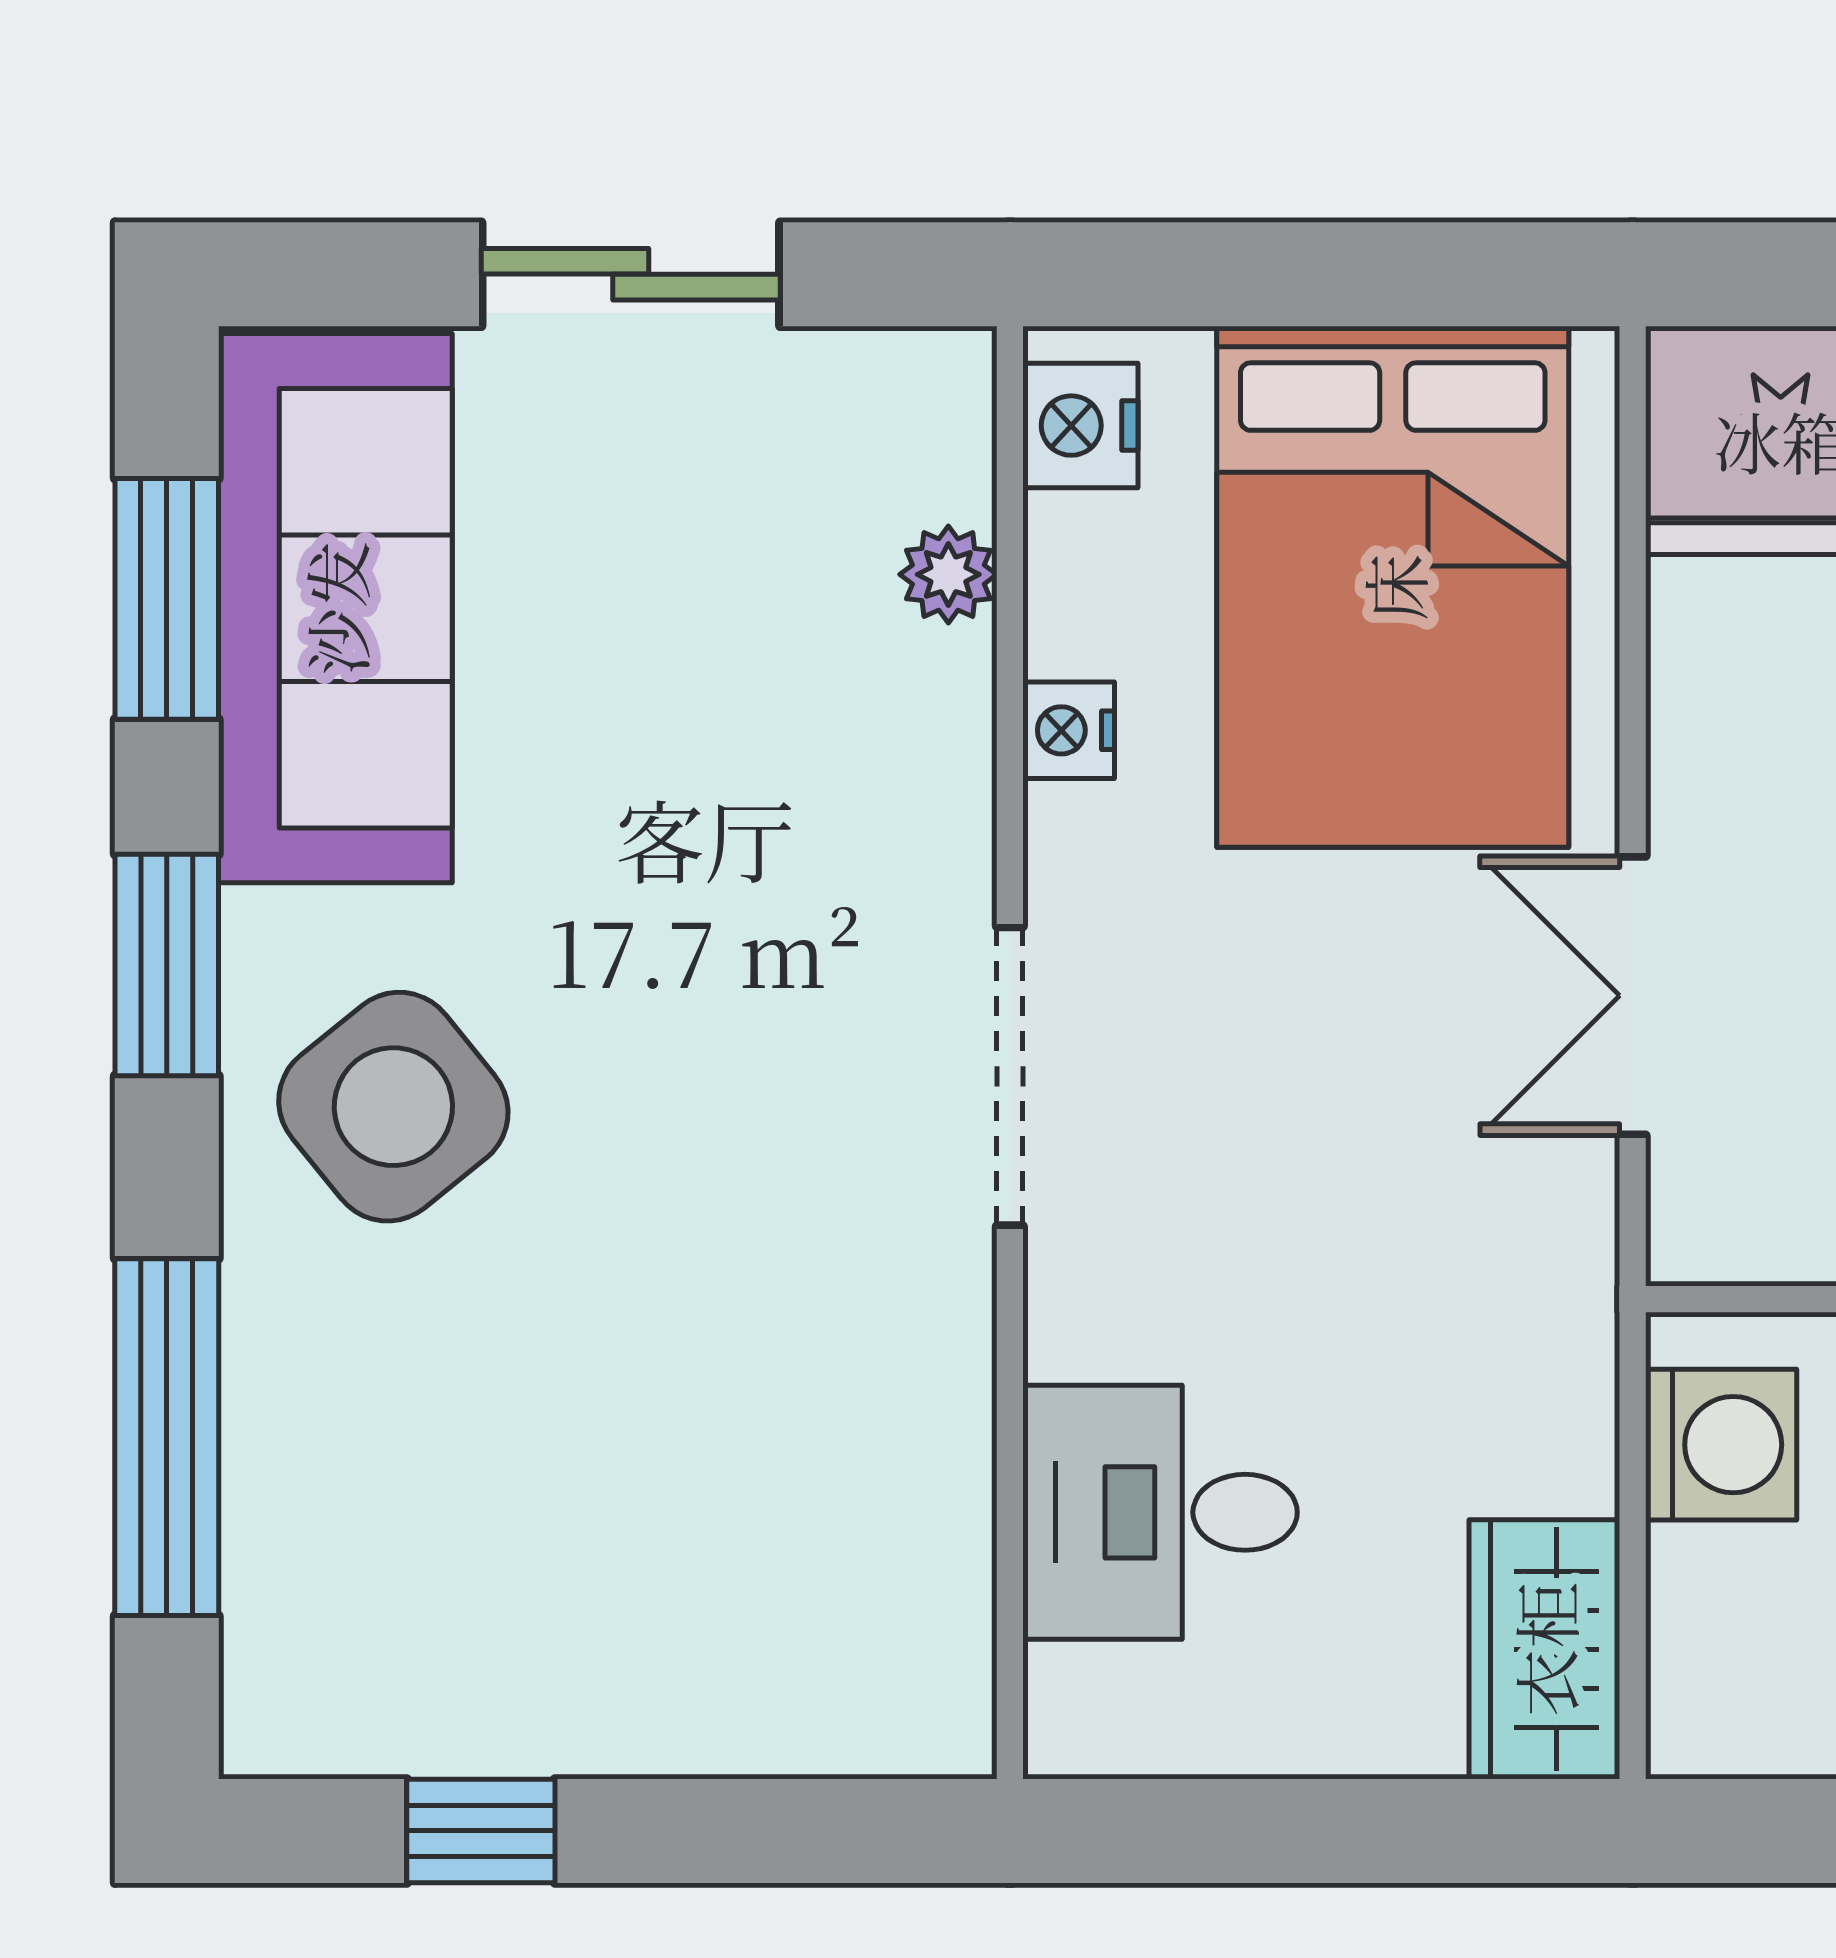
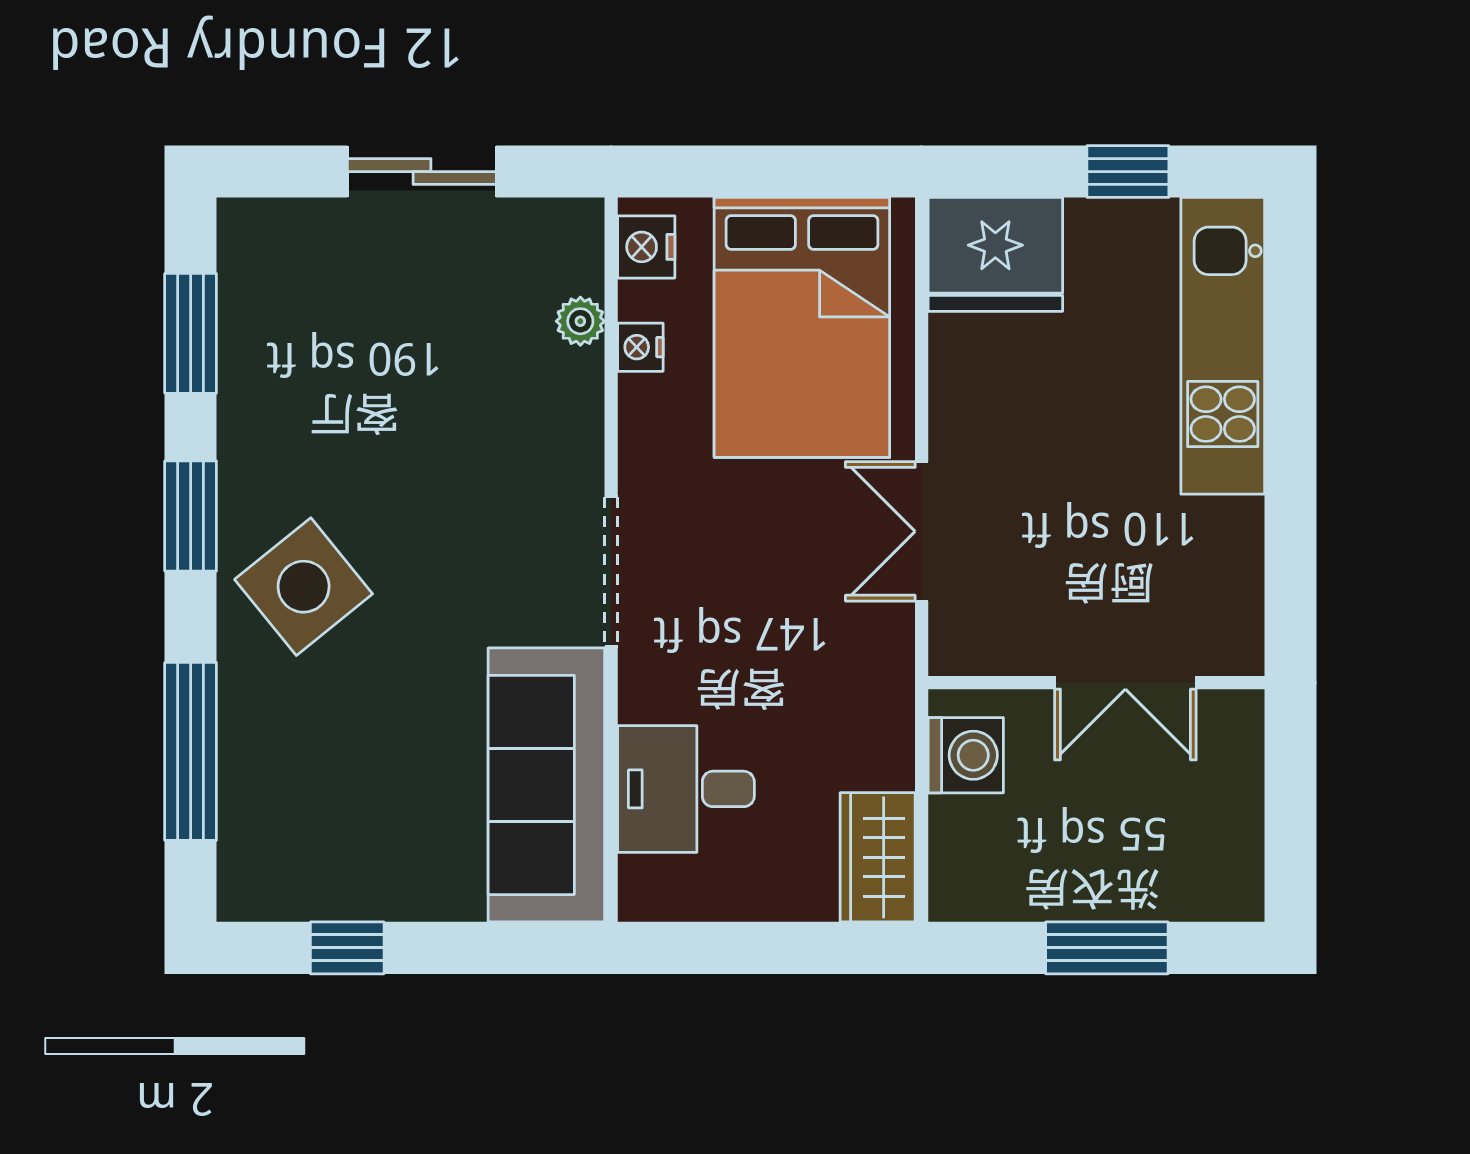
sofa: (335, 608) -> (546, 785), moved, turned 180
nightstand: (1069, 730) -> (640, 347), moved

